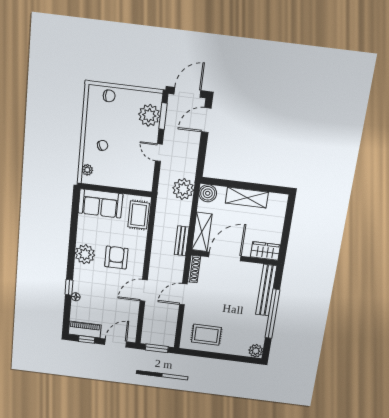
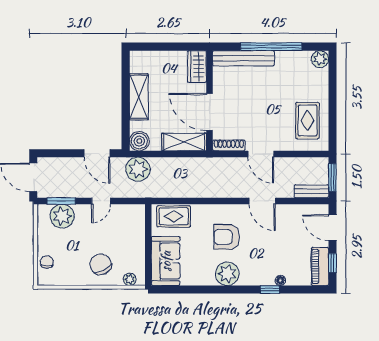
door: (206, 120) -> (97, 153), moved
chair: (103, 145) -> (101, 264), width x1.87, depth x1.87
bench: (182, 241) -> (311, 191), moved

